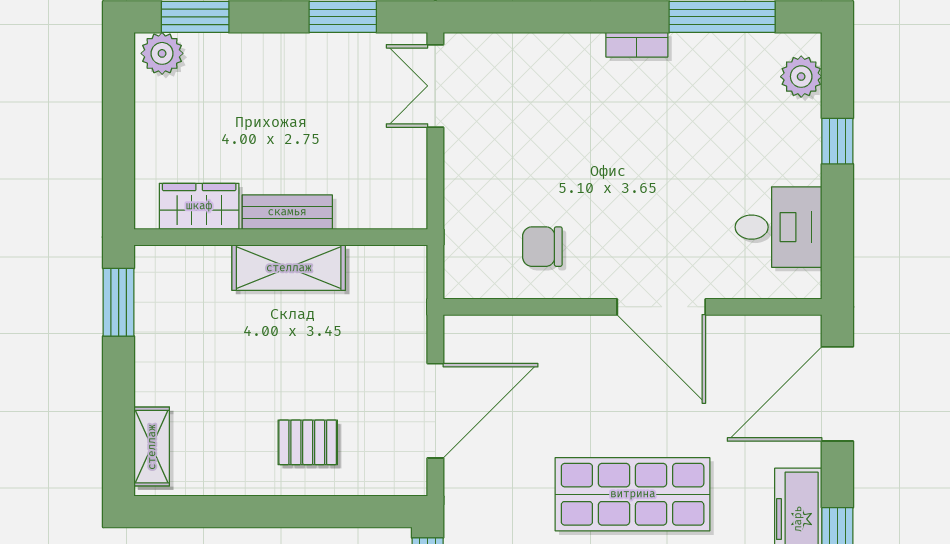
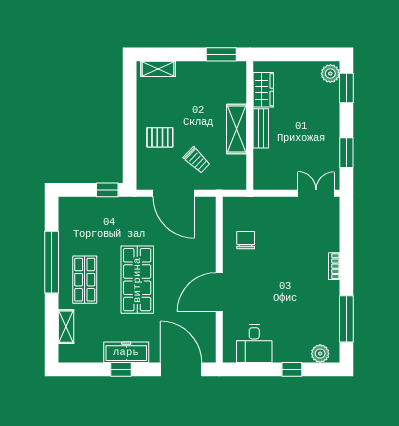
bookcase: (637, 45) -> (334, 266), moved
trolley: (360, 359) -> (197, 160), added
pallet: (308, 442) -> (160, 137), turned 90

